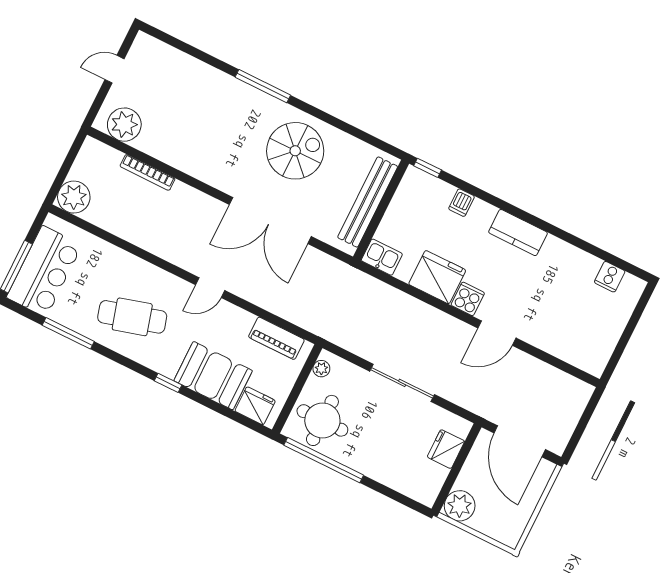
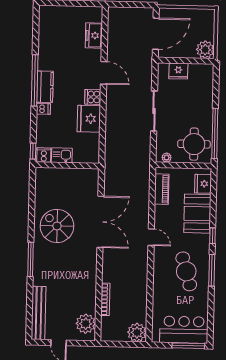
bench: (368, 202) -> (39, 313), moved, turned 90
dishwasher: (462, 203) -> (43, 109), moved
window: (535, 221) -> (35, 80), added
kitchen sink: (382, 257) -> (62, 155), moved, turned 90
cooker: (610, 277) -> (44, 155), moved, turned -90
window: (68, 333) -> (212, 270), moved
freezer: (562, 345) -> (94, 35), added

